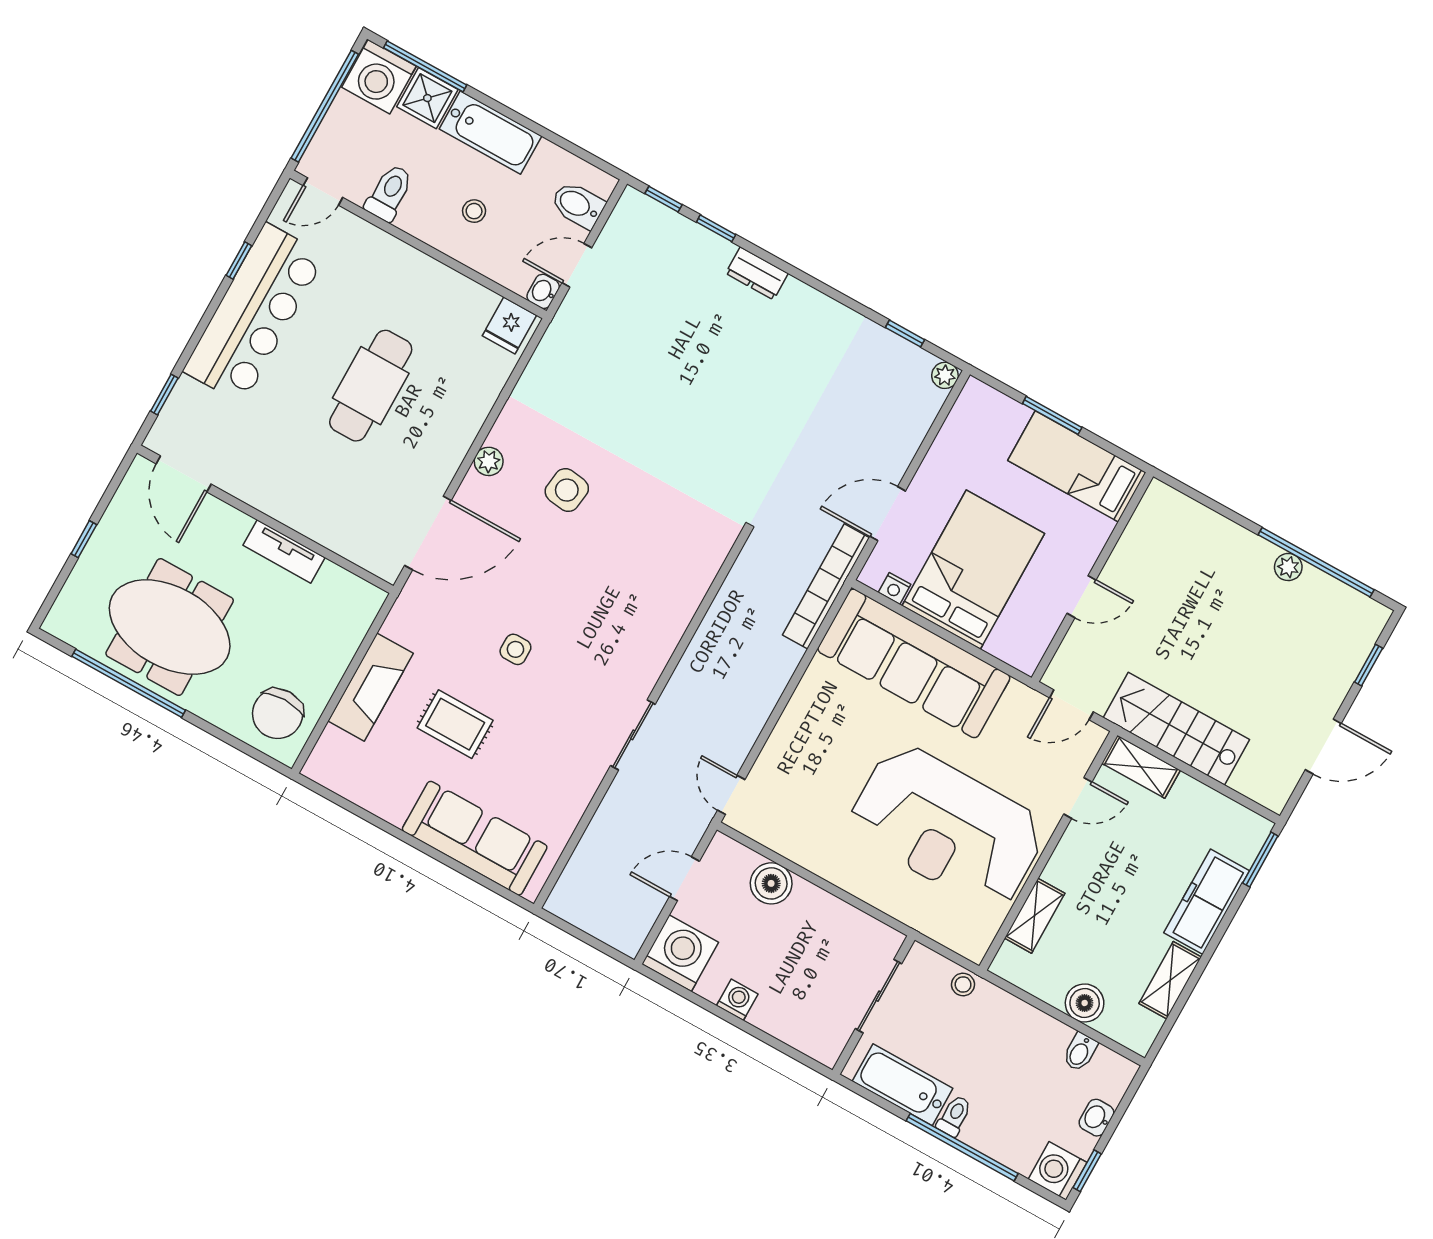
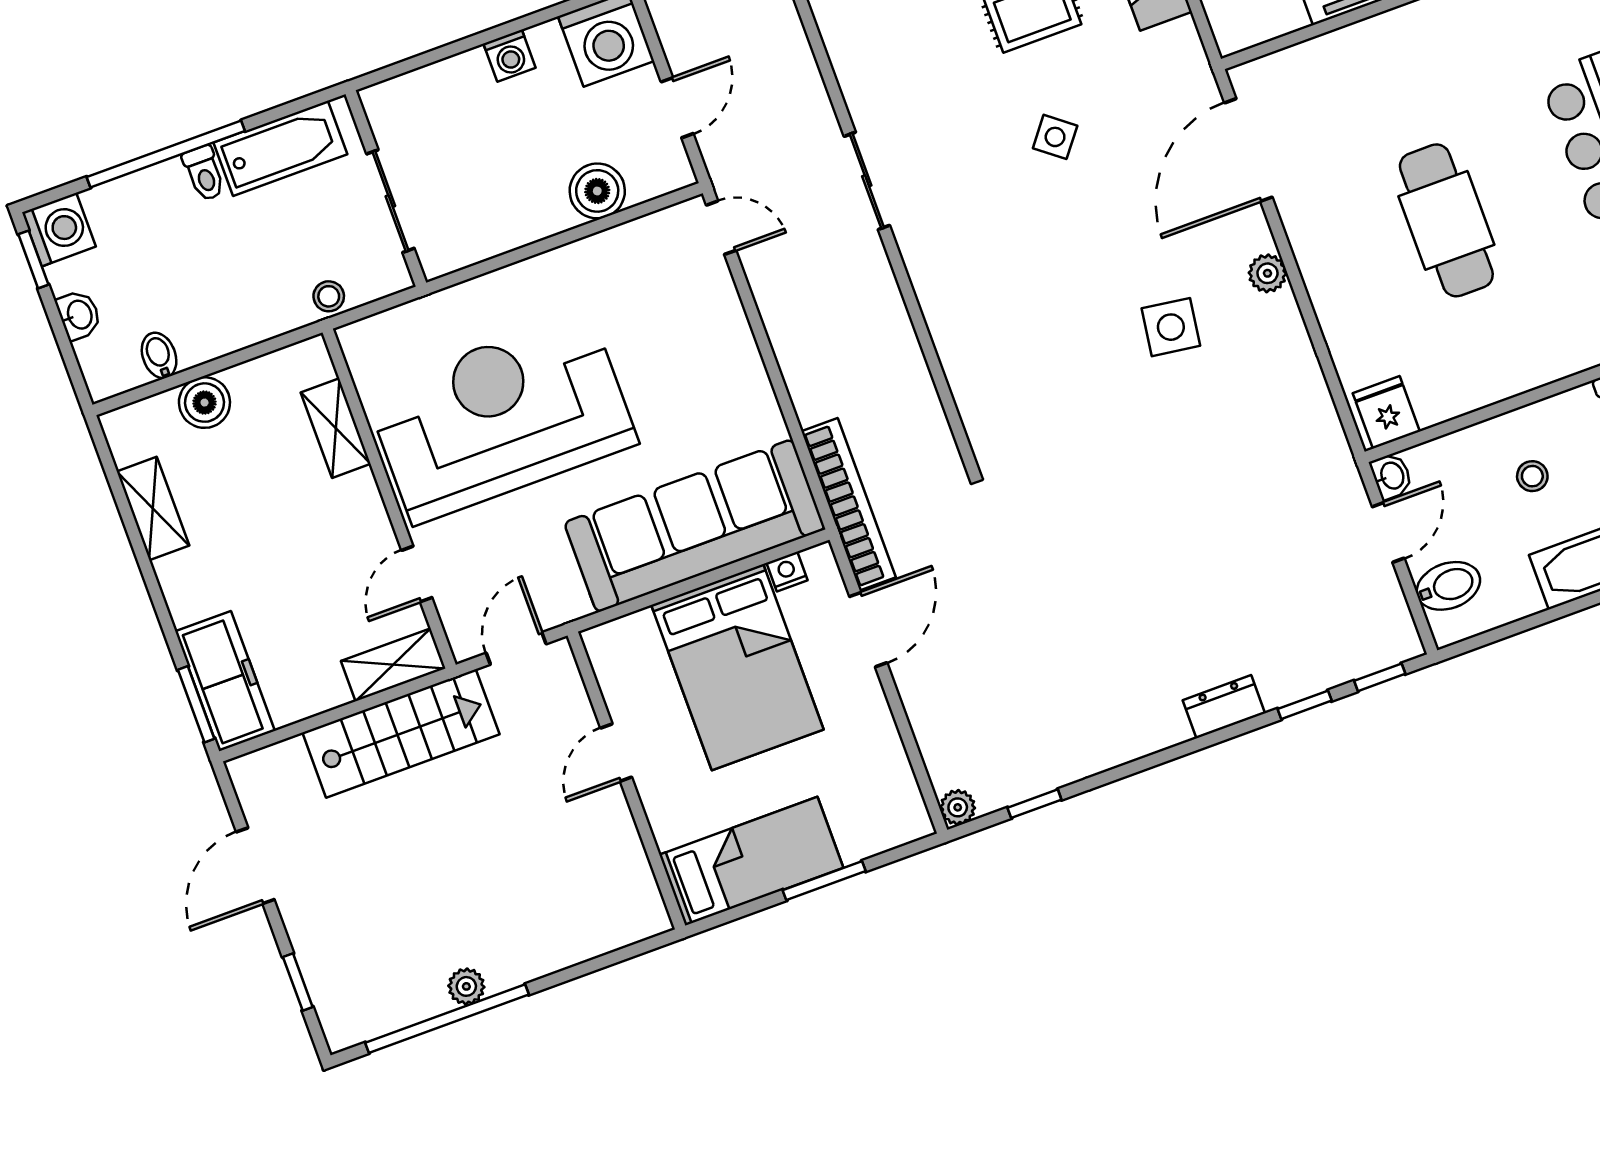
side table: (515, 649) -> (1055, 137), turned 38
freezer: (1207, 902) -> (225, 681), moved

